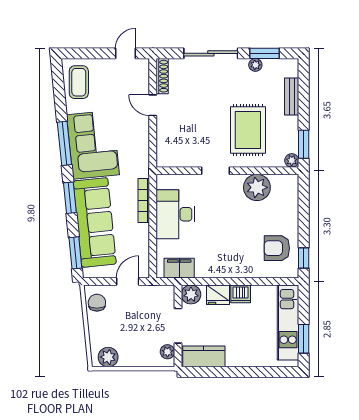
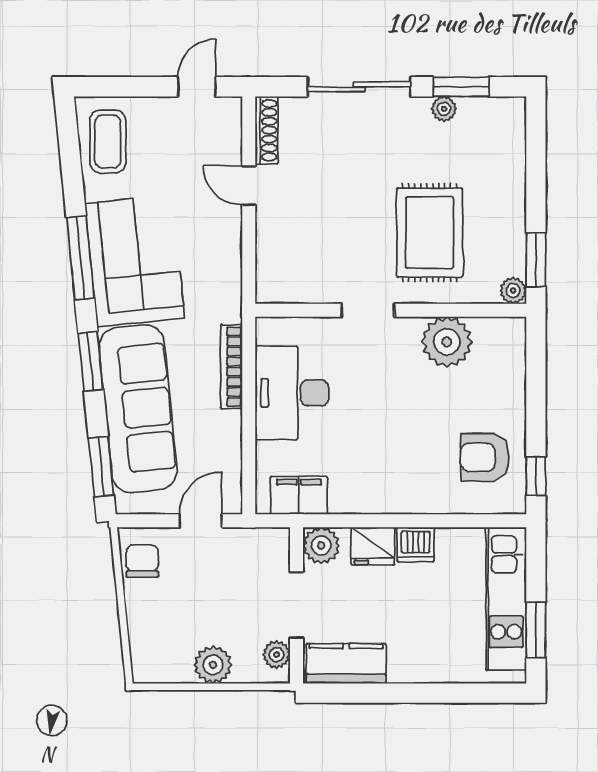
bench: (292, 97) -> (513, 169), removed
plant: (108, 357) -> (213, 665), moved

